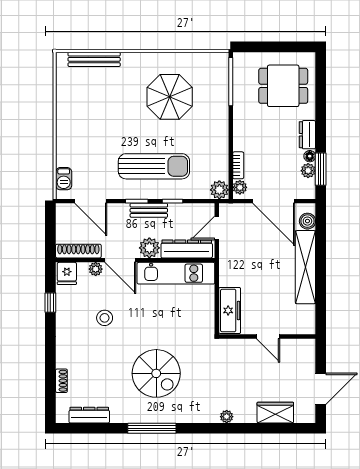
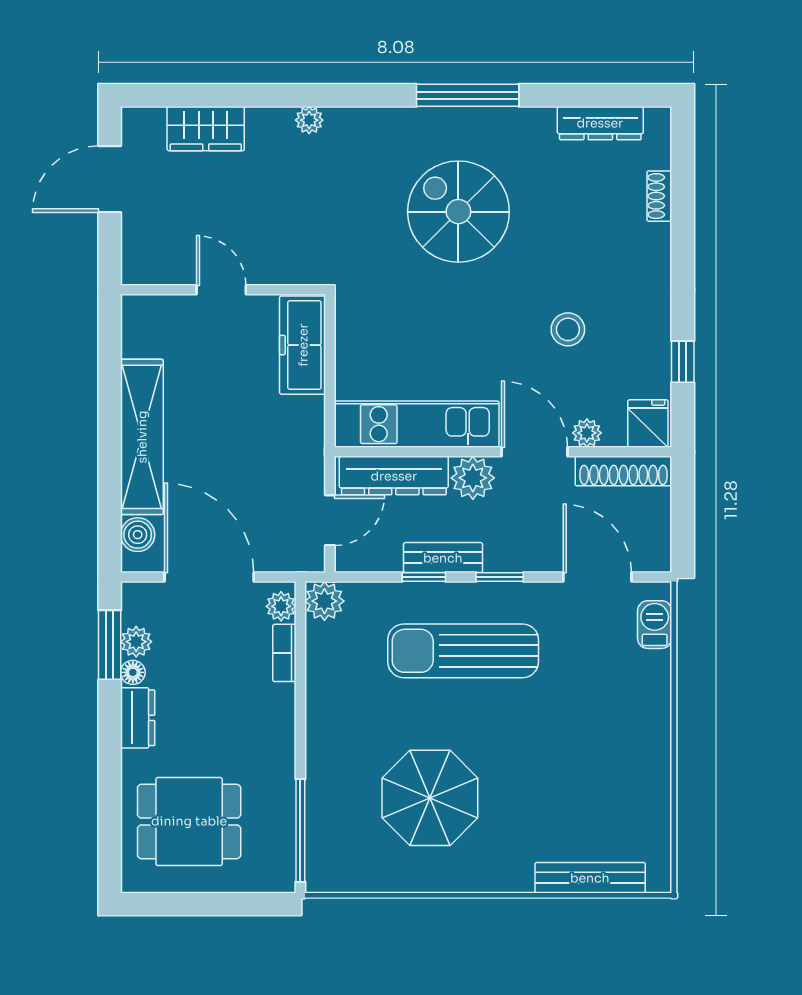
bench: (149, 210) -> (443, 558), moved

